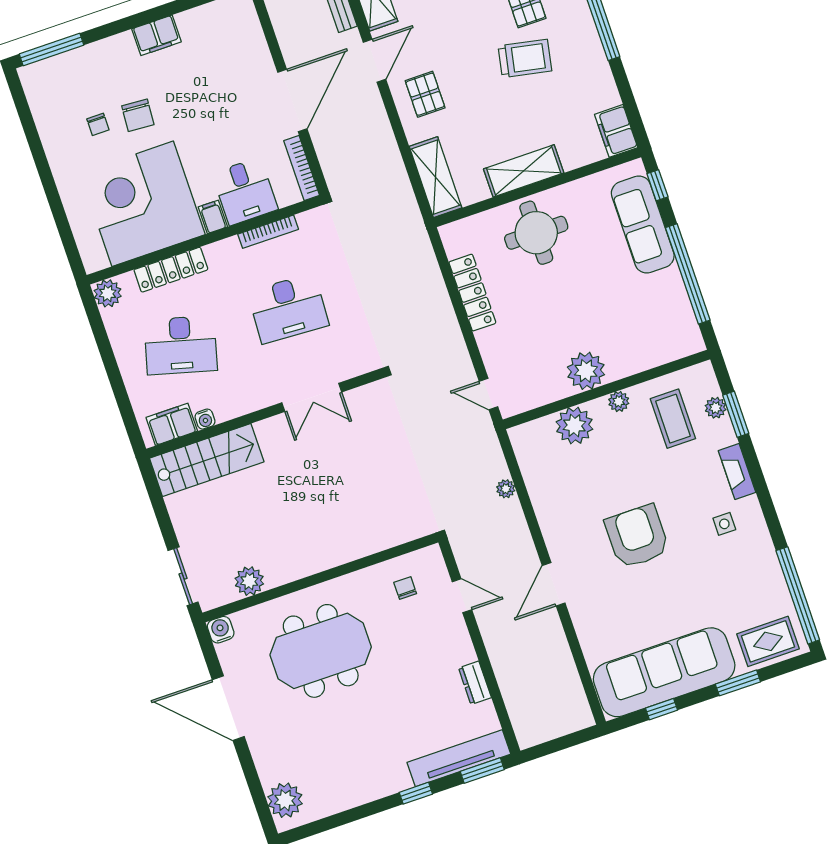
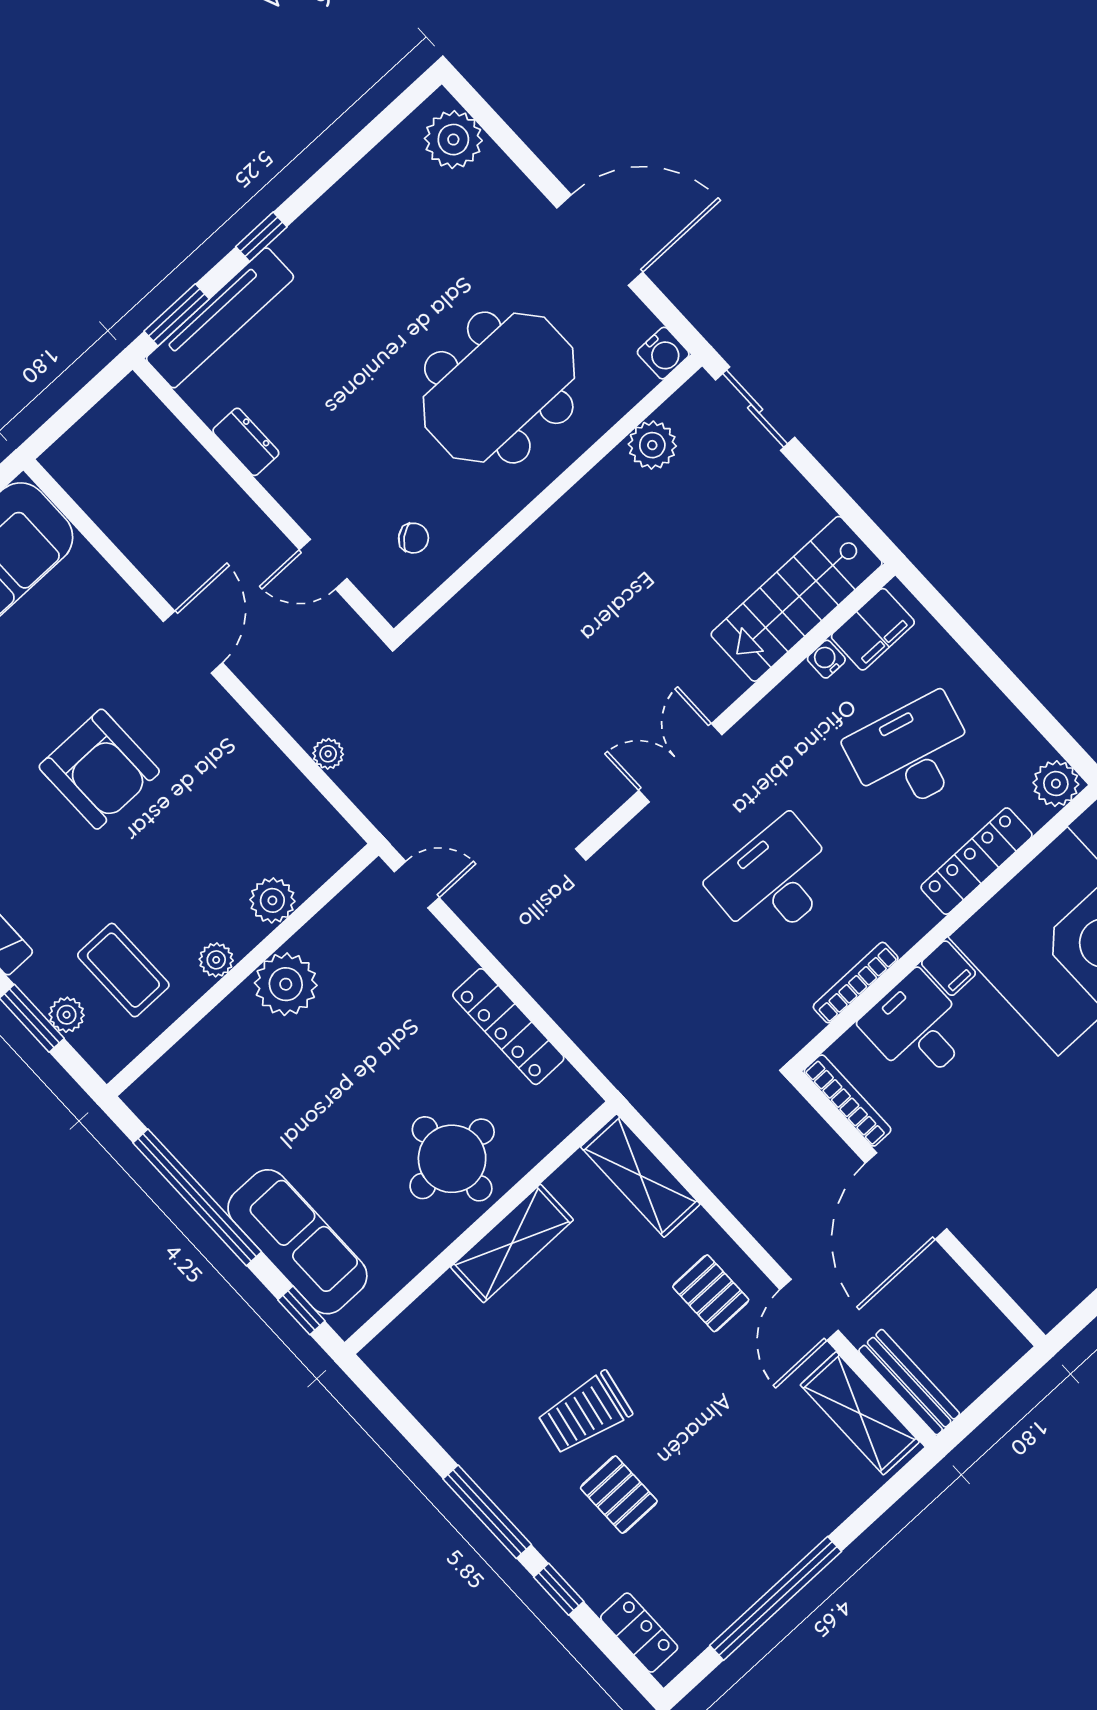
filing cabinet: (616, 131) -> (399, 1365), removed
plant: (574, 426) -> (272, 900), width x0.73, depth x0.73
chair: (405, 588) -> (414, 538), turned -39

